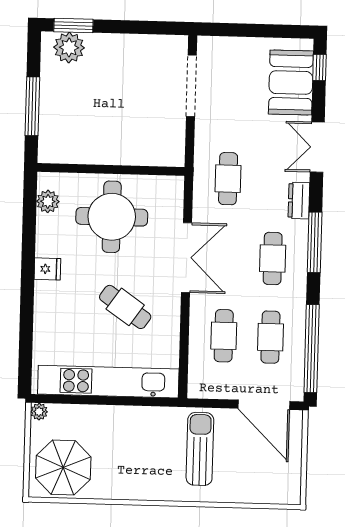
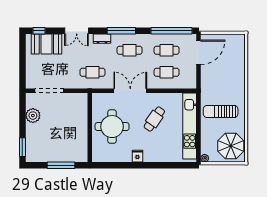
plant: (69, 48) -> (33, 116), moved
plant: (48, 201) -> (106, 157), removed
sun lounger: (200, 449) -> (221, 111), moved

